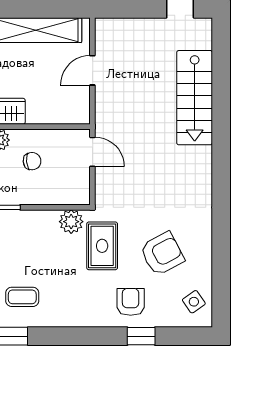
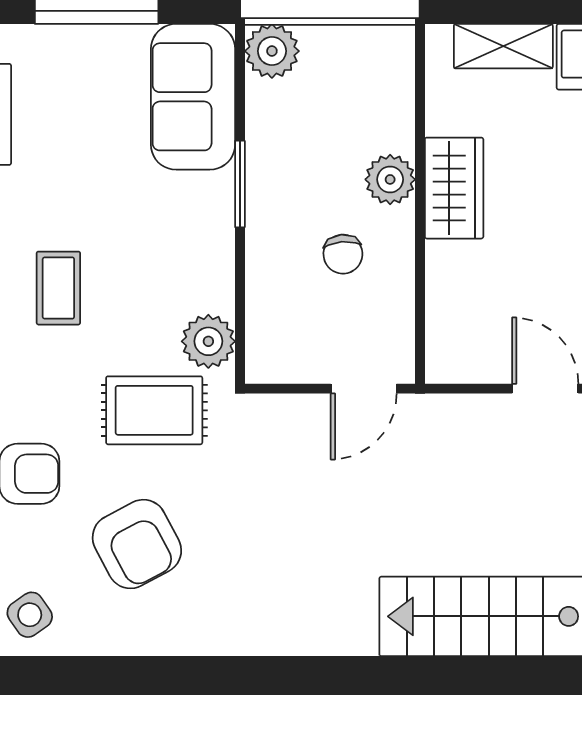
coffee table: (22, 297) -> (58, 288), moved

